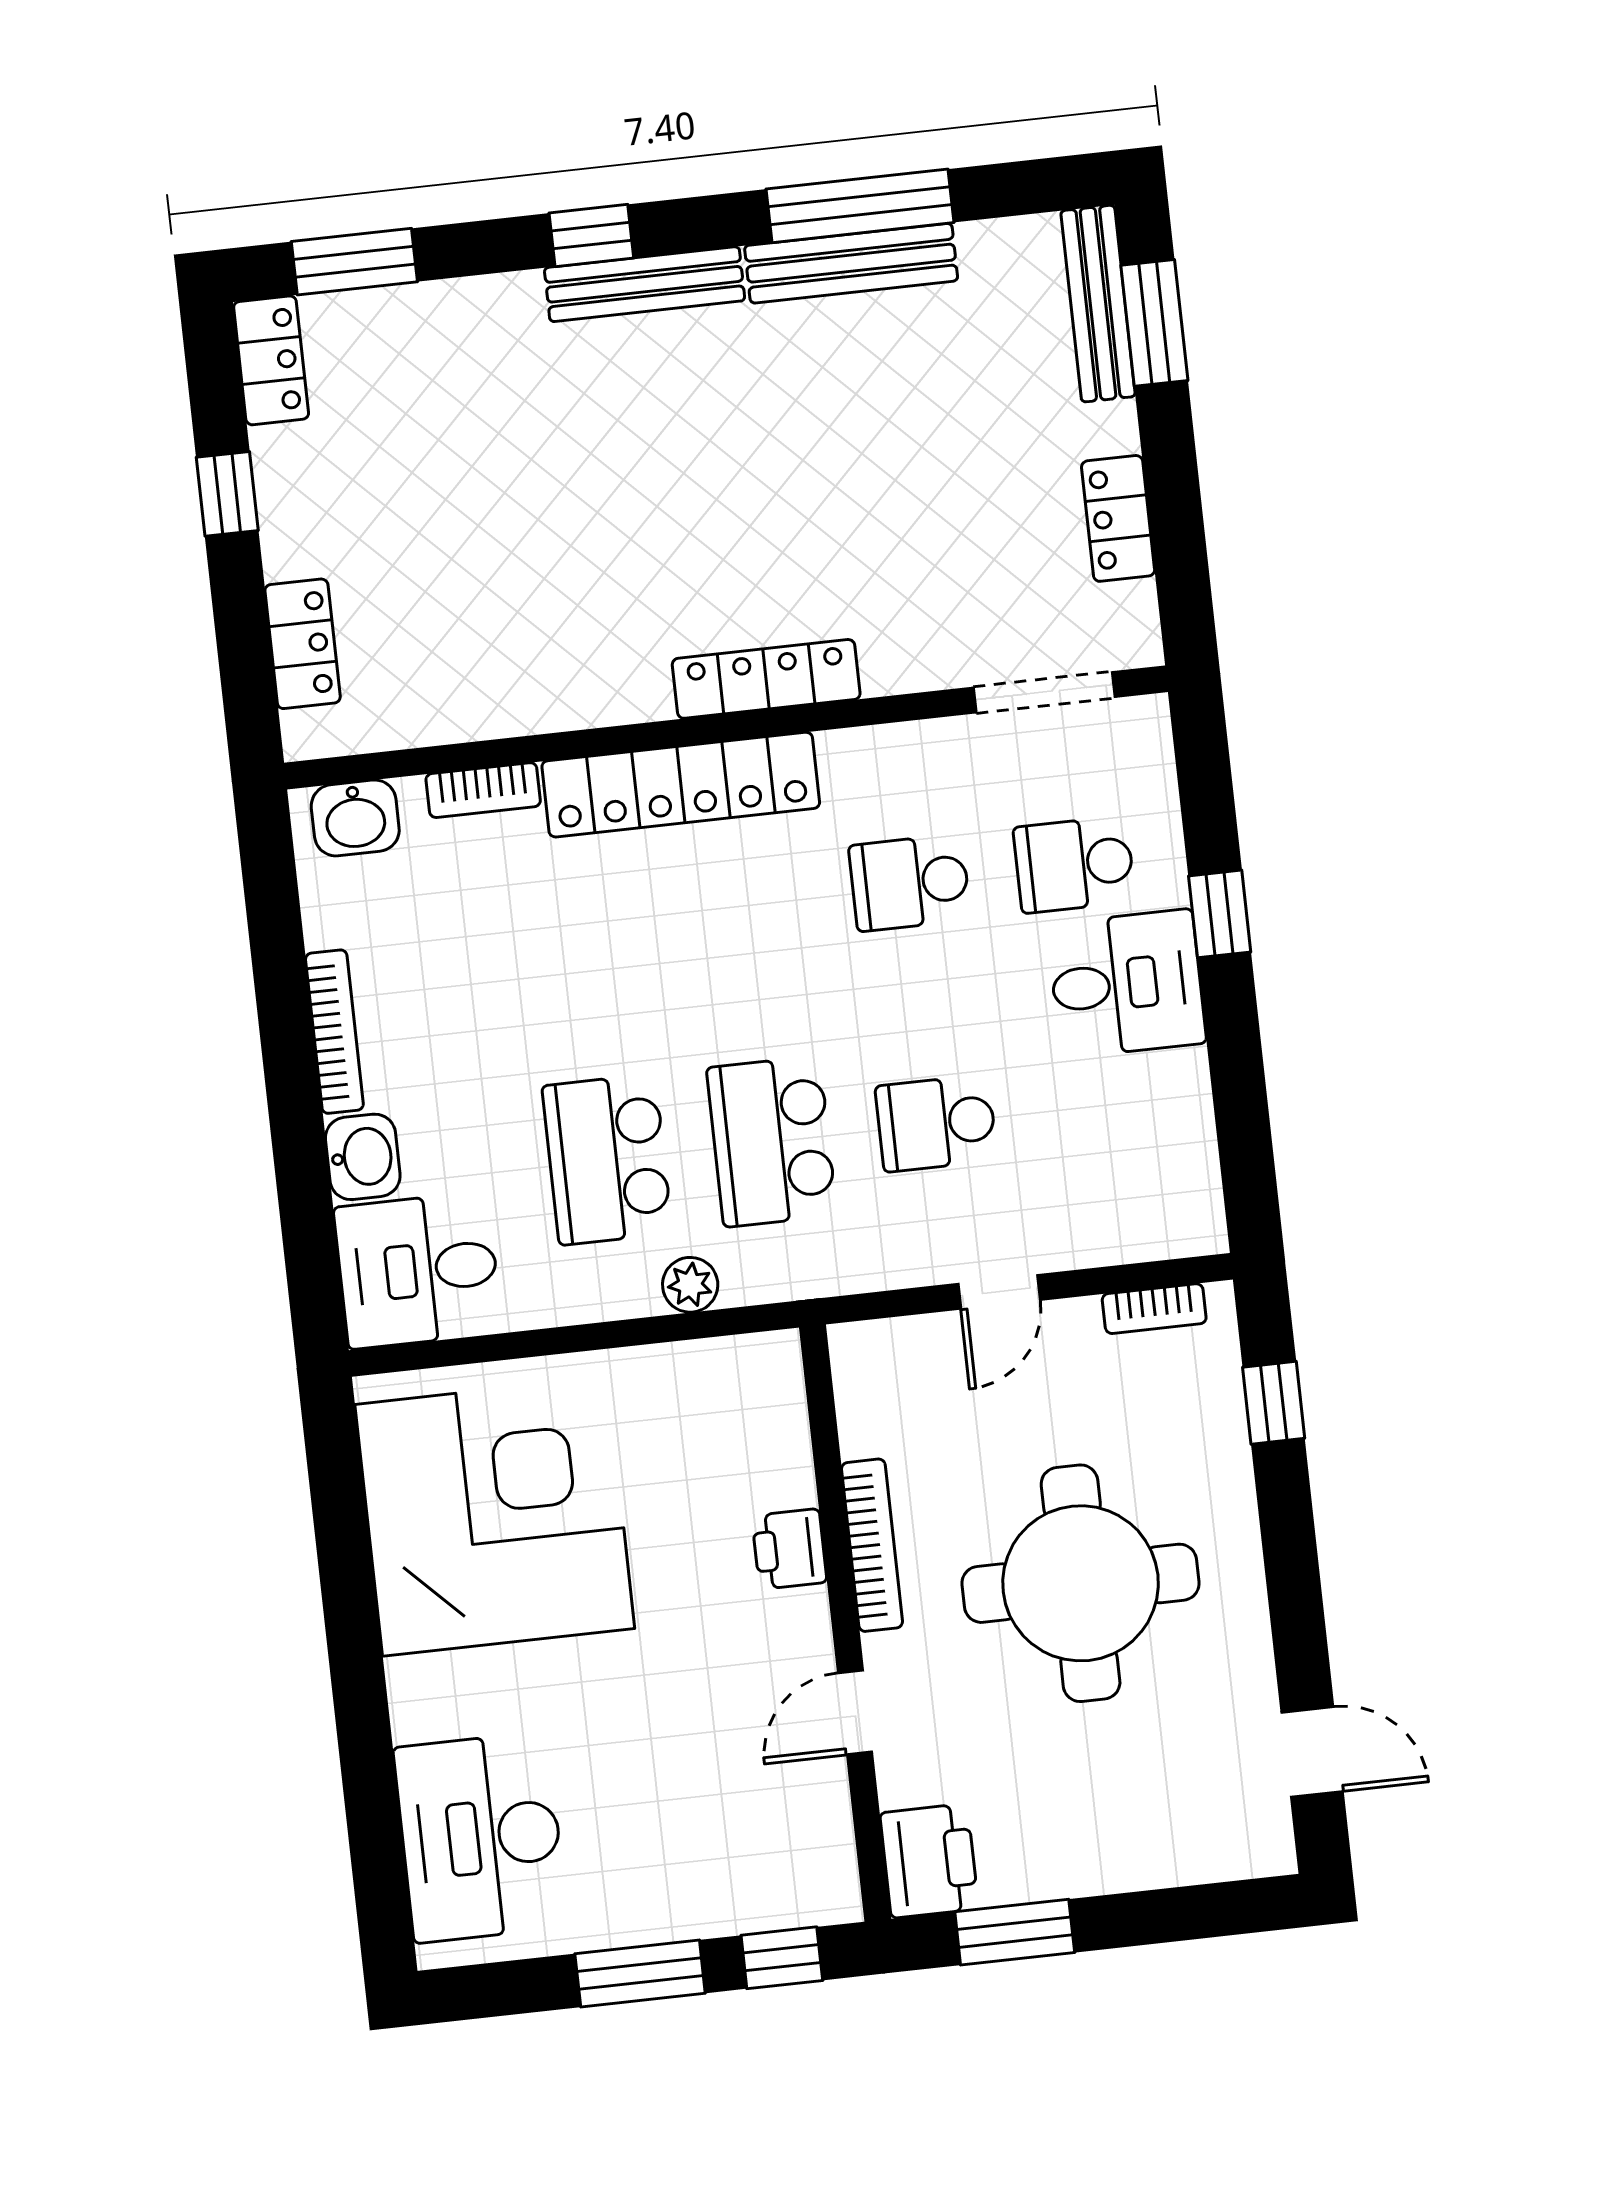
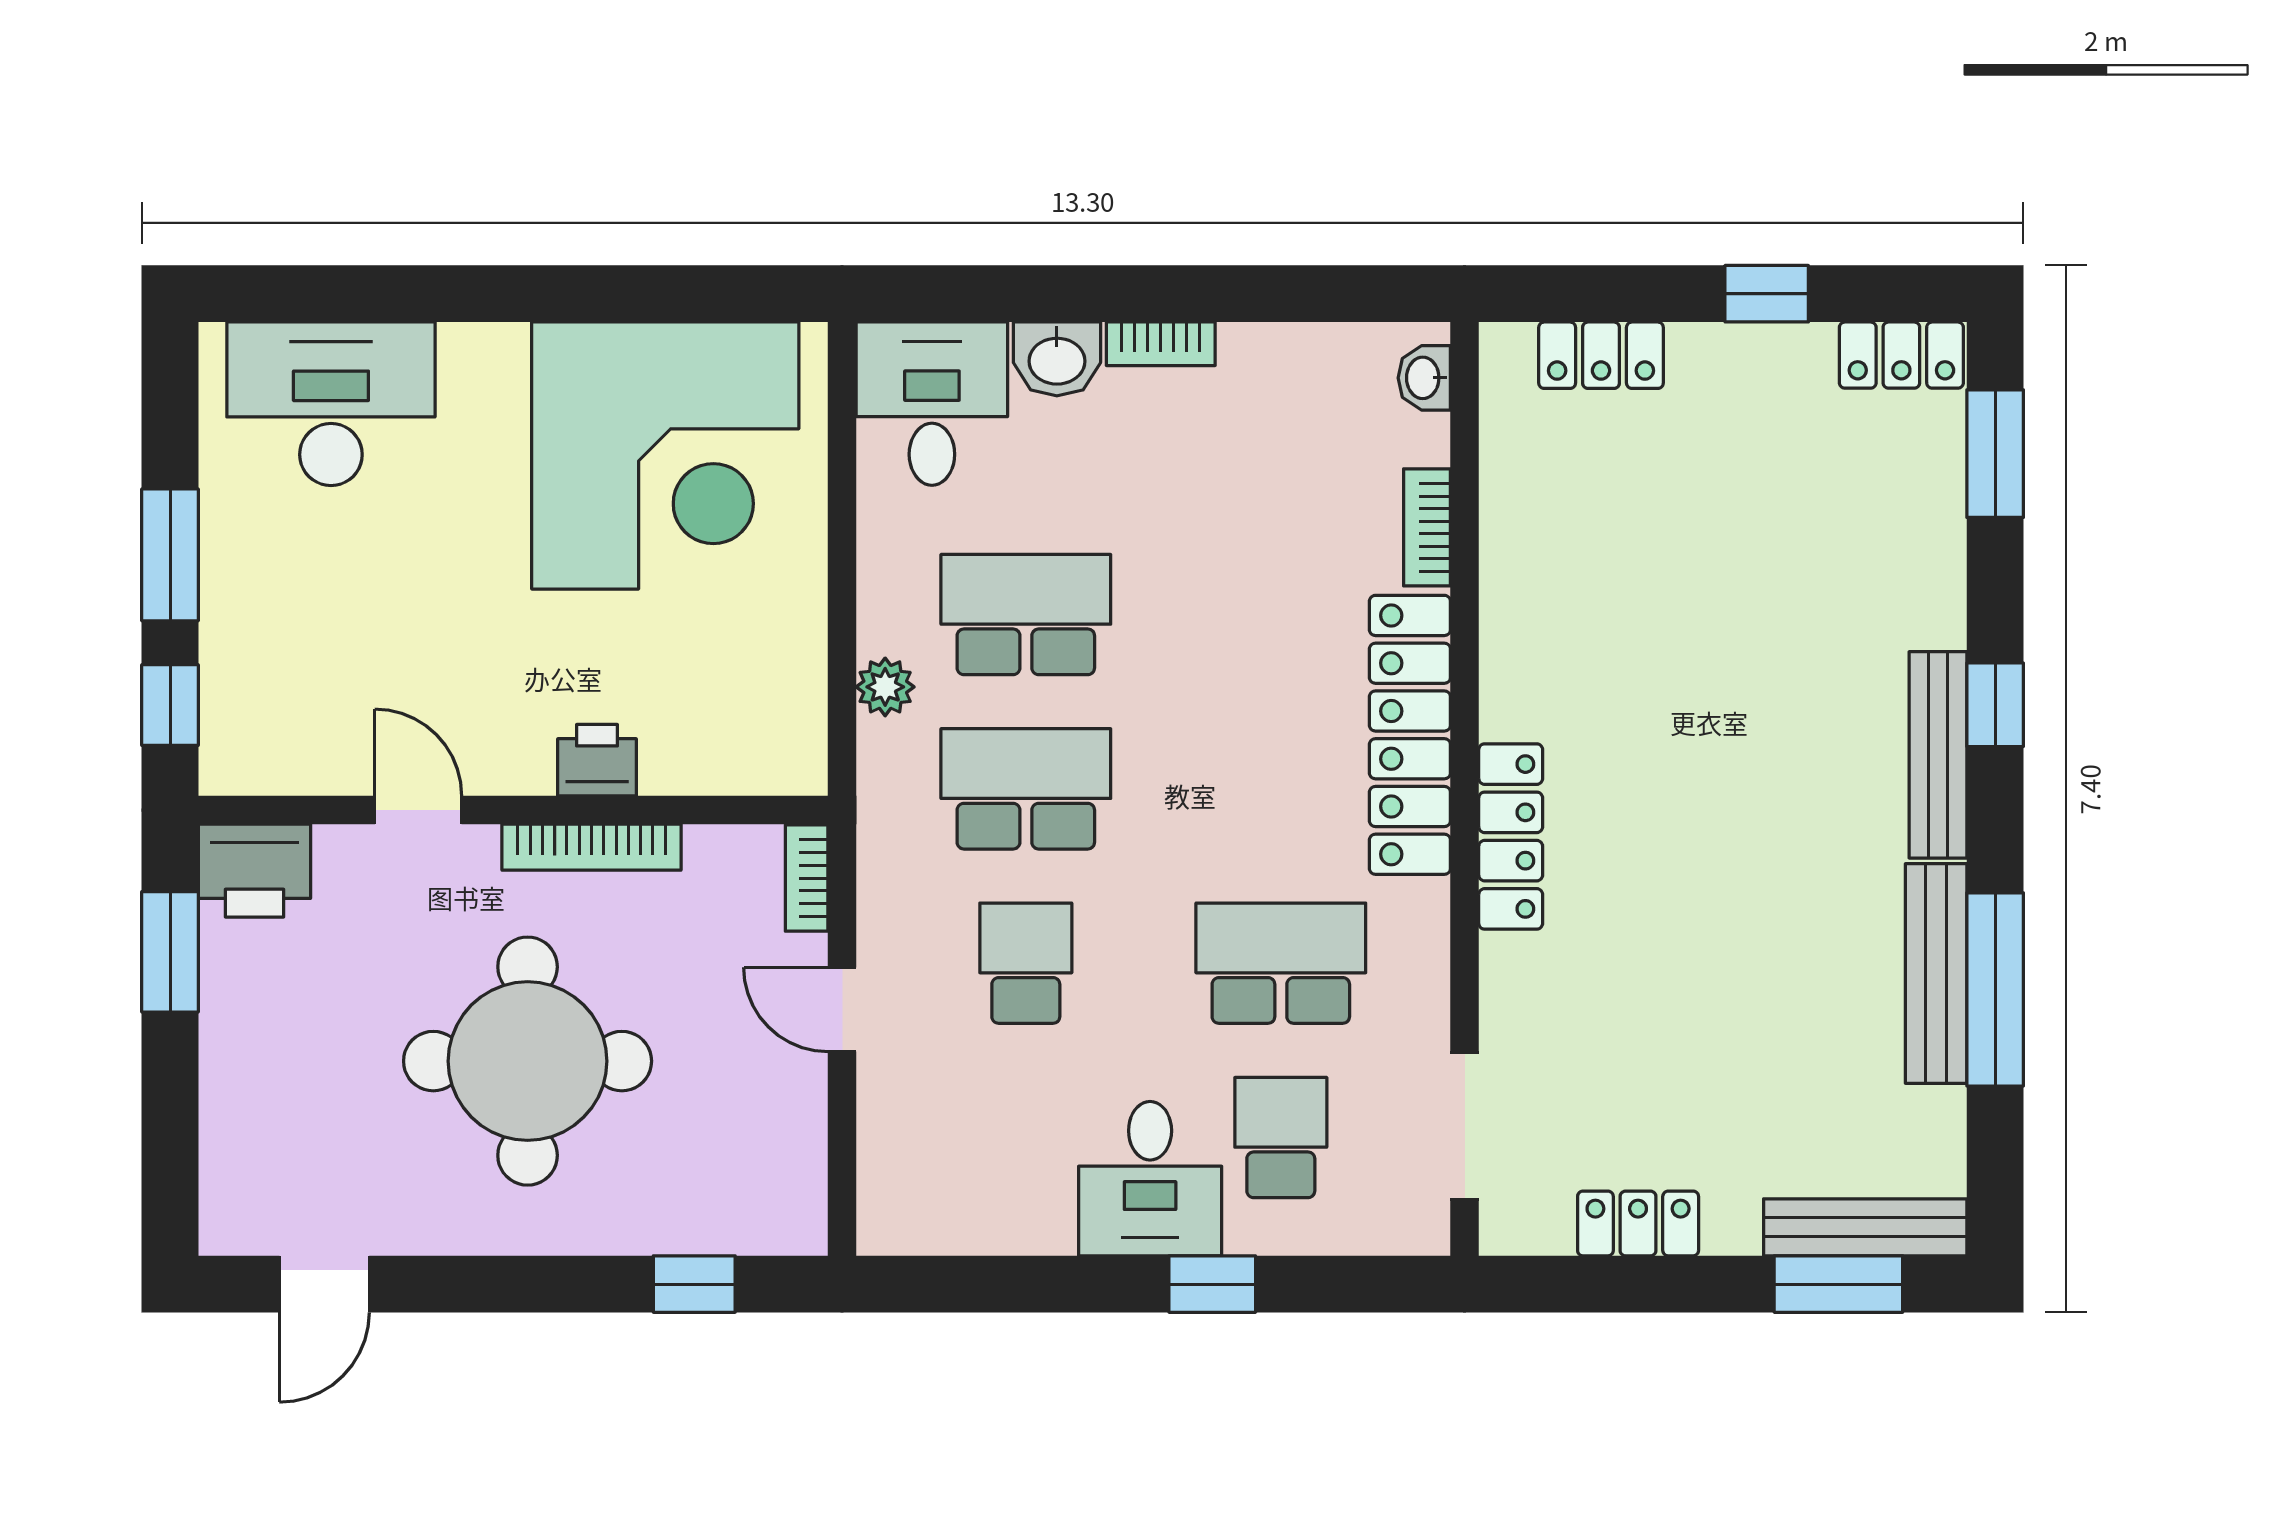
washbasin: (355, 818) -> (1424, 378), width x0.72, depth x0.69
school desk: (910, 883) -> (1281, 963), width x1.85
bookcase: (334, 1032) -> (1161, 344), width x0.64
bookcase: (1154, 1309) -> (807, 878), moved

